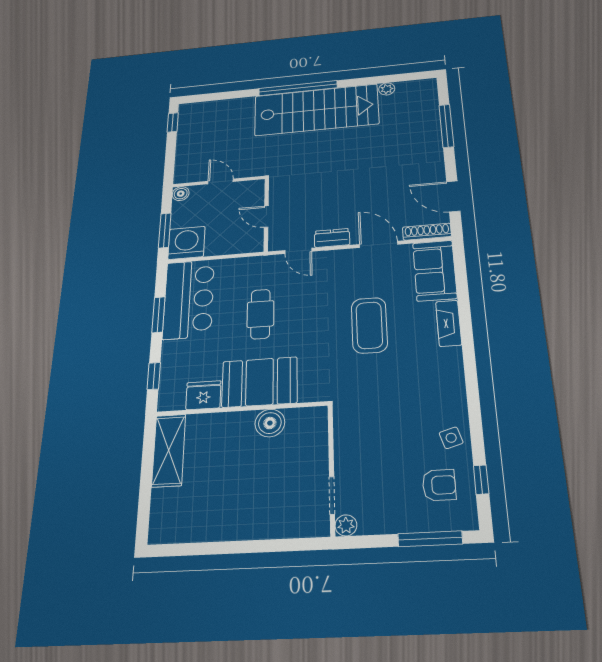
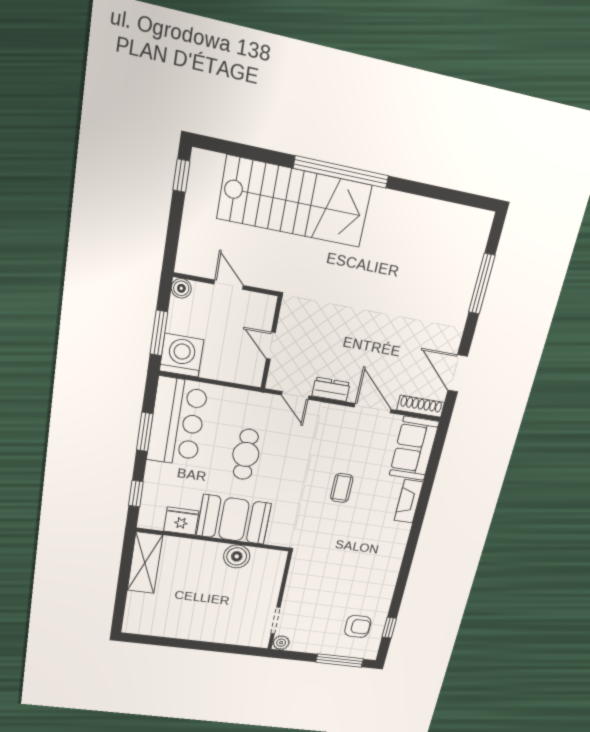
plant: (387, 89) -> (439, 209), removed
stairs: (316, 110) -> (295, 202), moved
coffee table: (369, 325) -> (342, 488), width x0.54, depth x0.58
side table: (451, 438) -> (378, 594), removed

